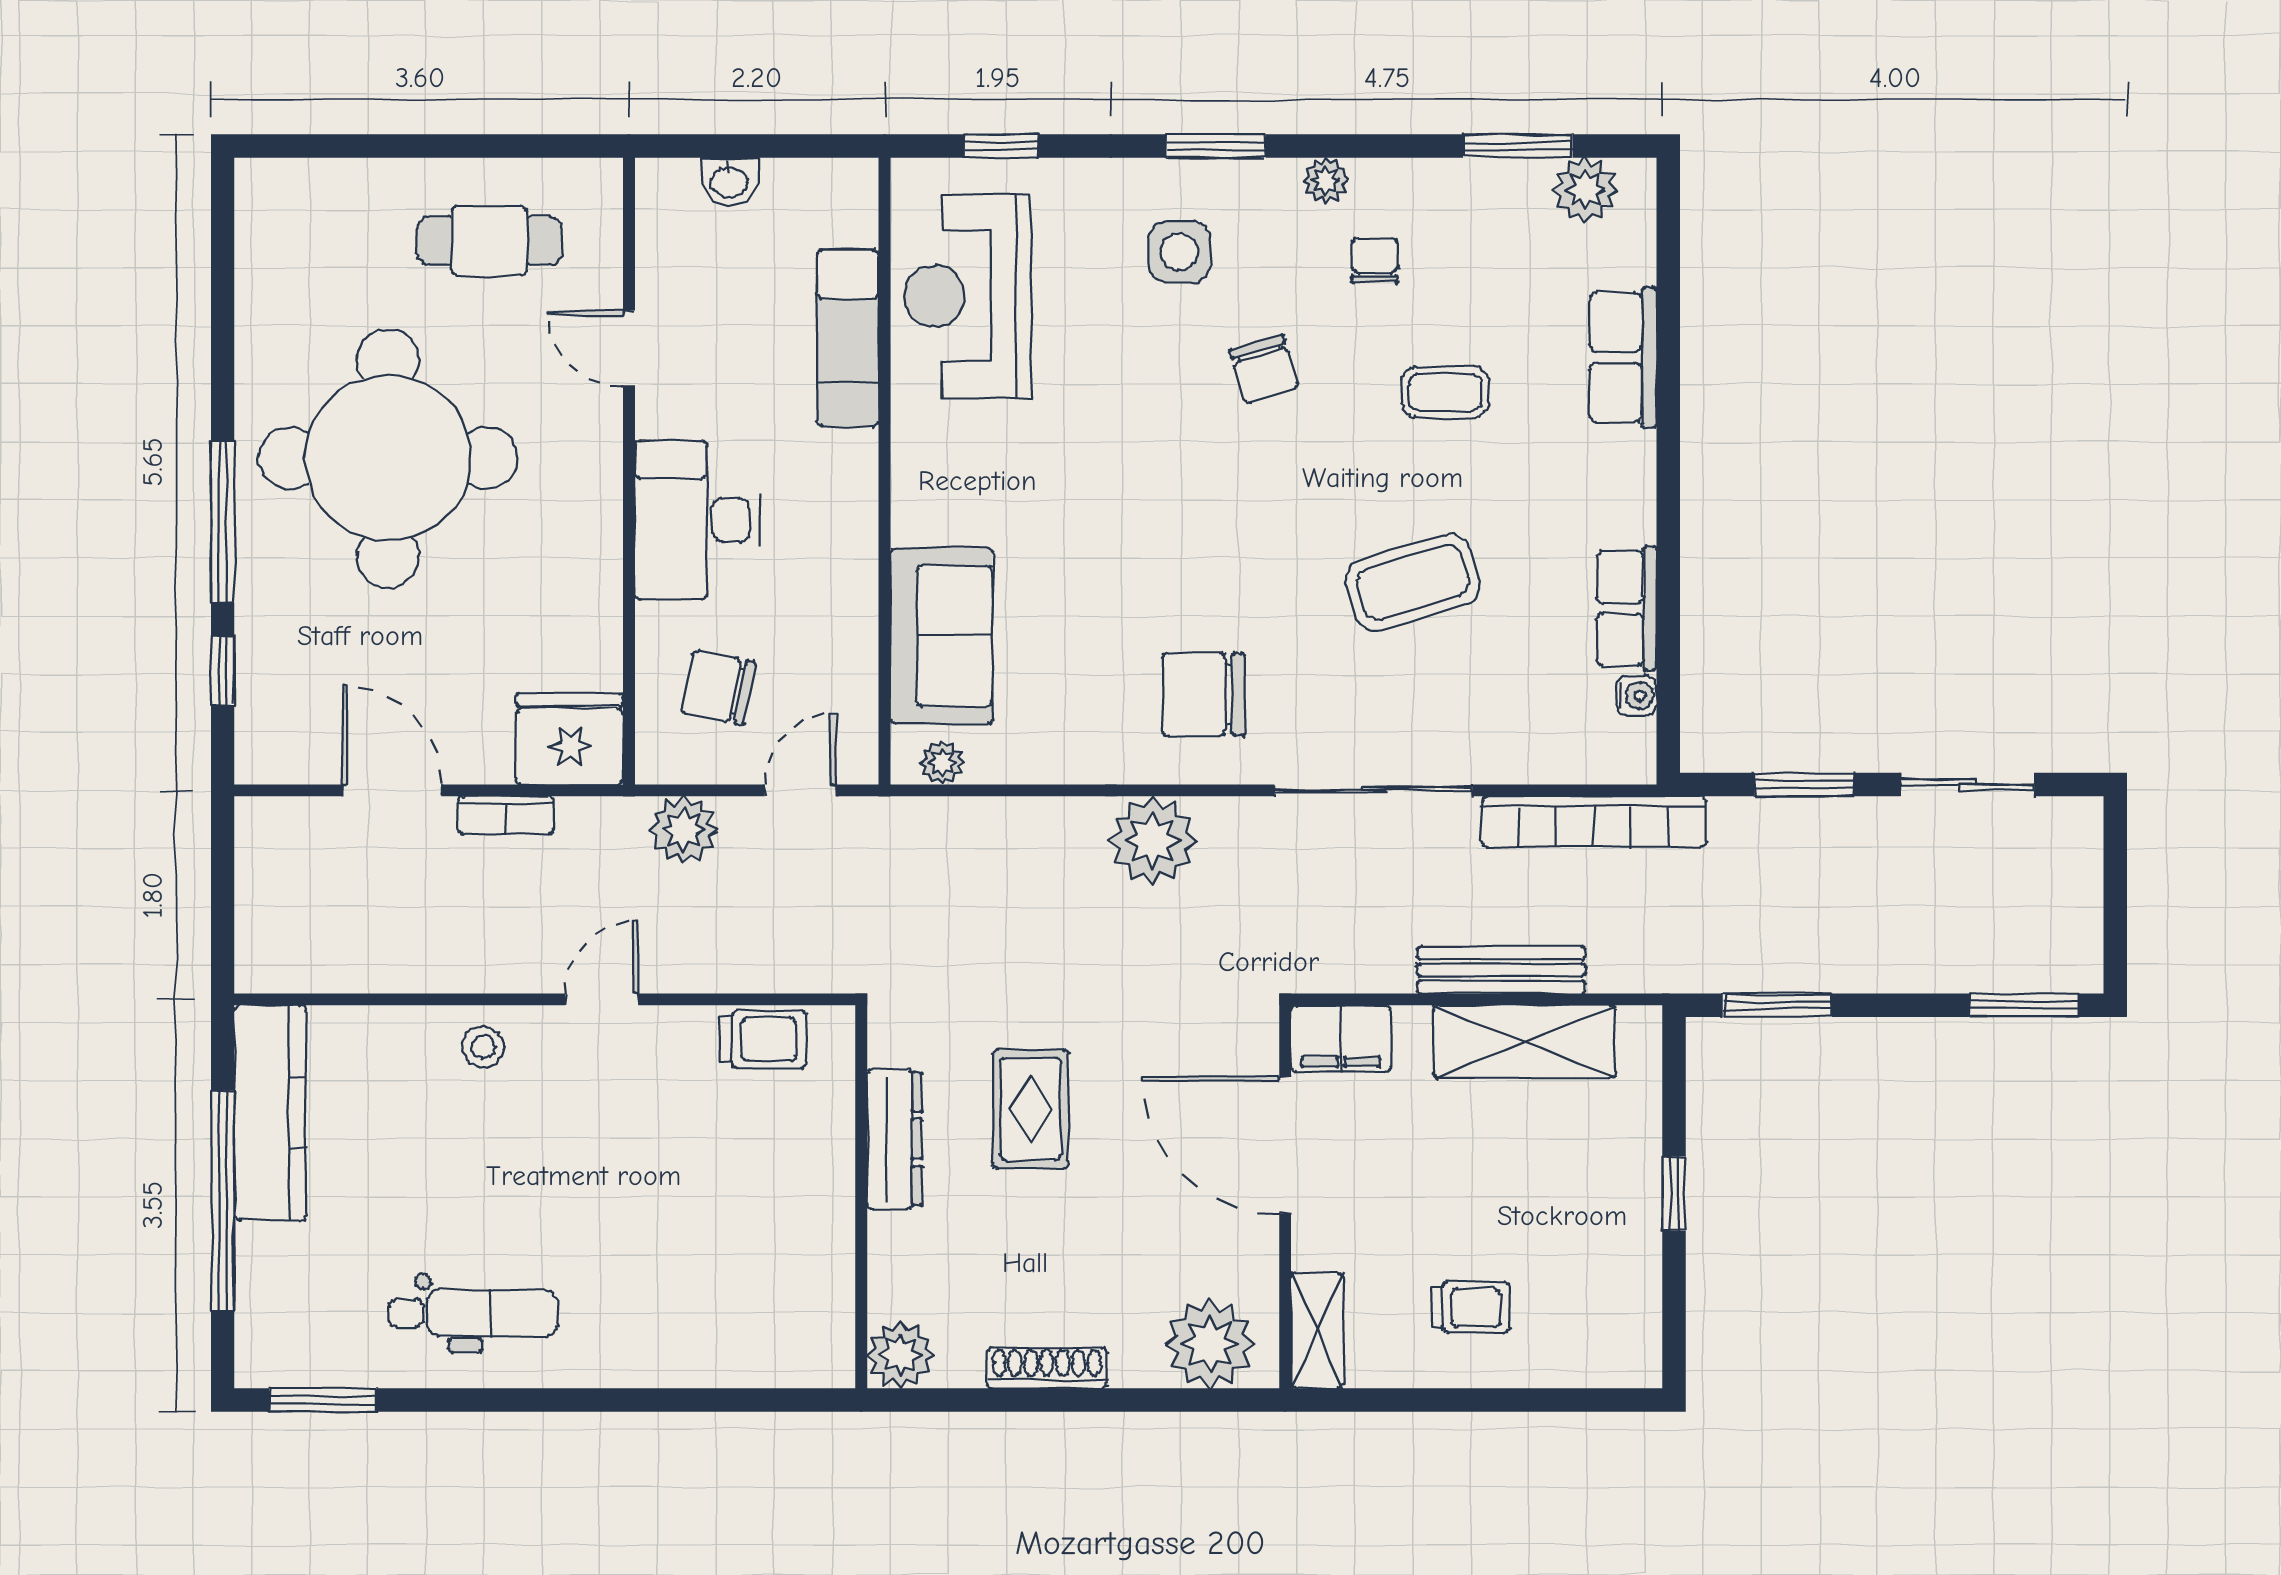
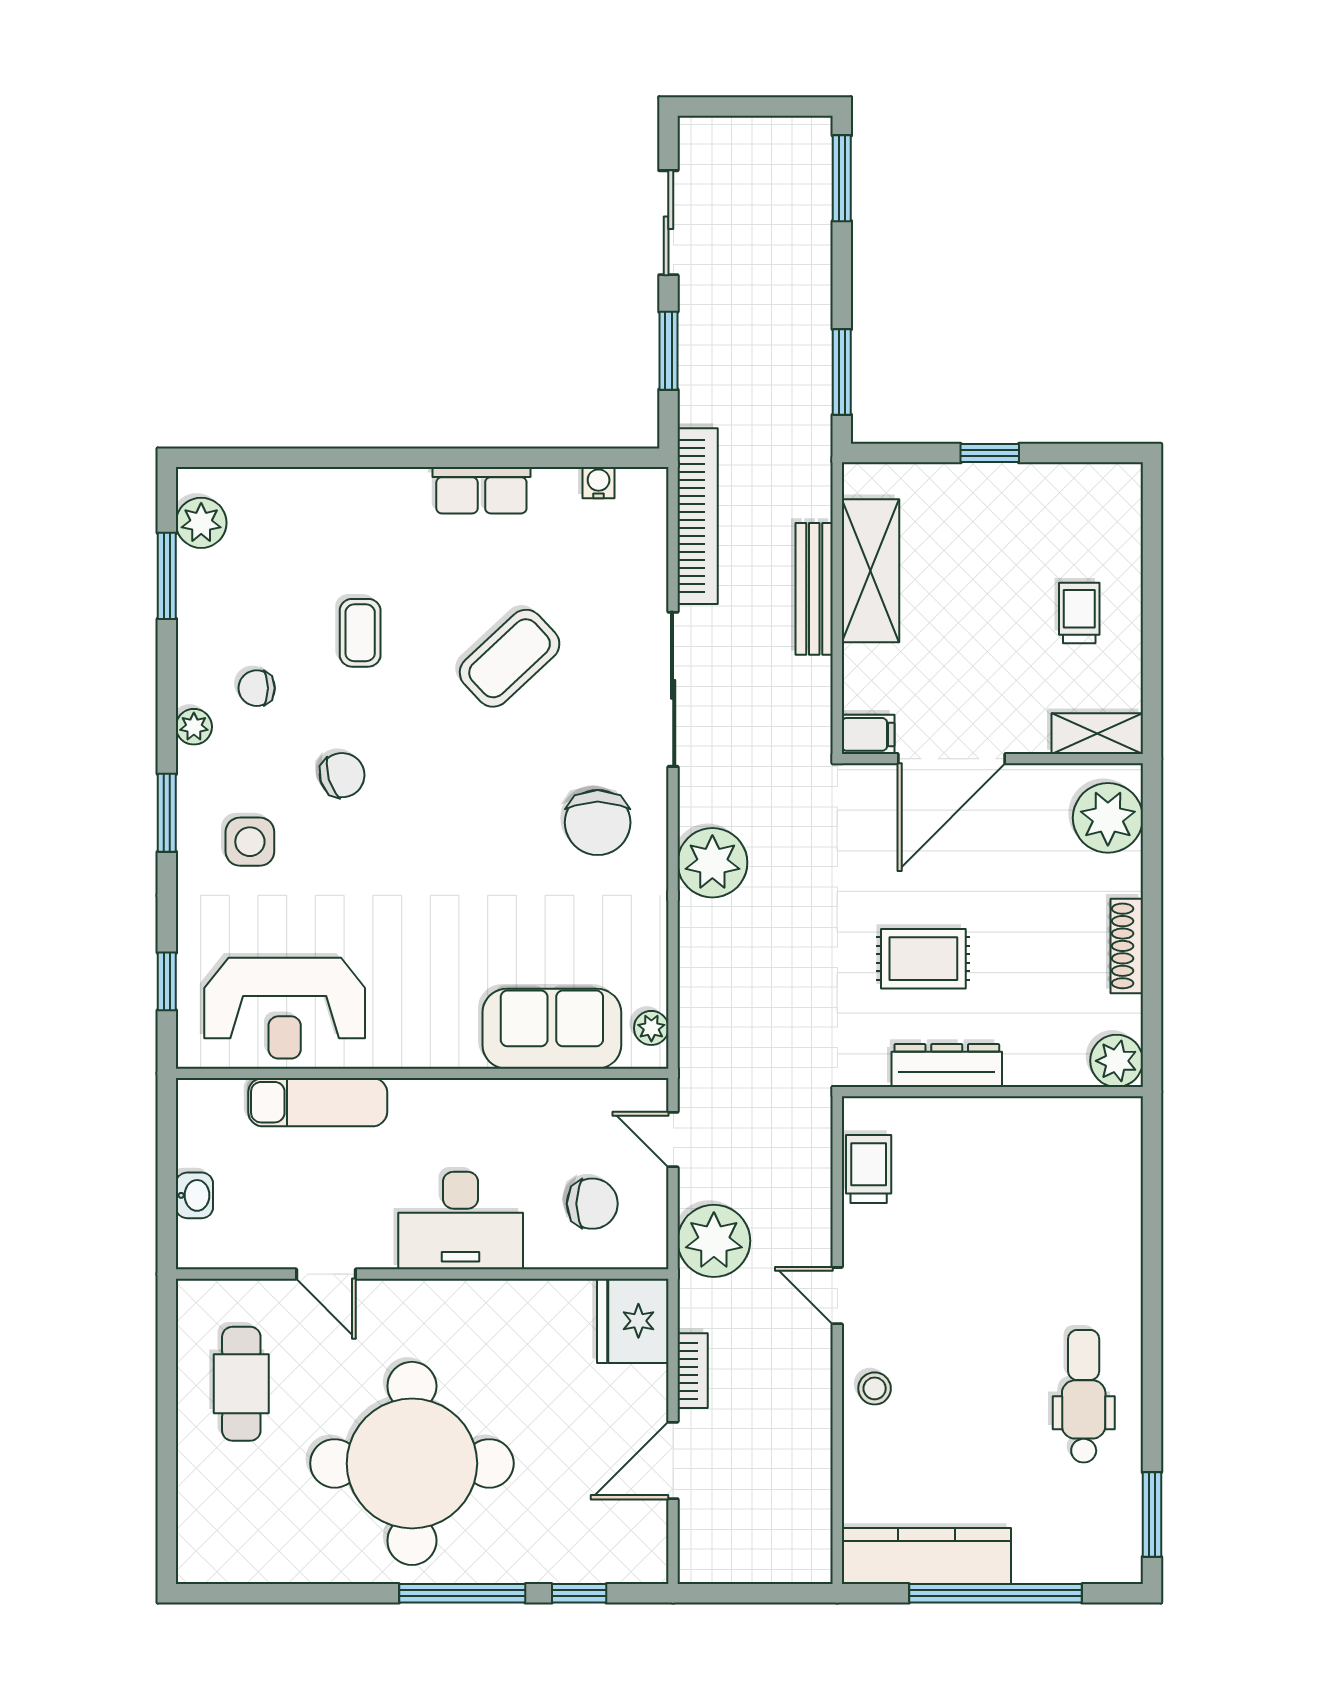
door: (629, 349) -> (326, 1274), hinge flipped
row of seats: (1623, 357) -> (333, 493), removed
coffee table: (1413, 582) -> (510, 658), turned 64
row of seats: (1627, 608) -> (481, 490), moved
chair: (719, 688) -> (592, 1204), turned -101
plant: (684, 830) -> (714, 1241), width x1.36, depth x1.36
filing cabinet: (1341, 1039) -> (868, 734), width x0.50

